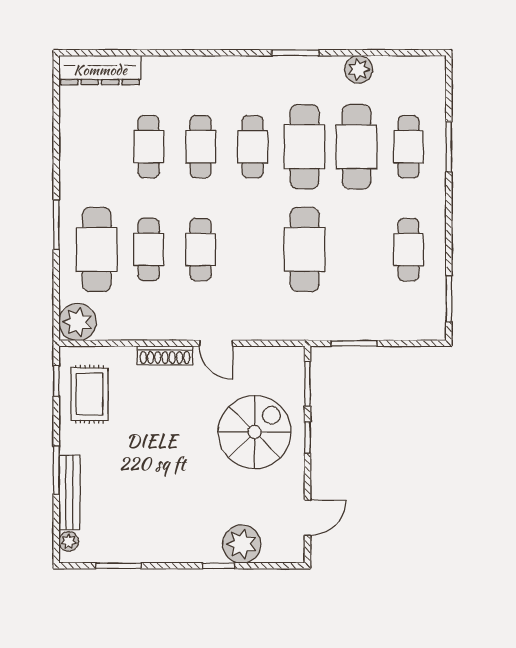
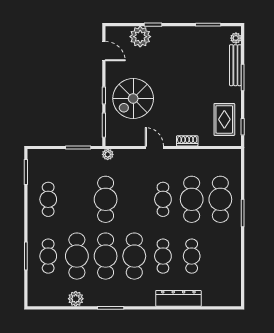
dresser: (100, 70) -> (178, 298), moved
cafe table: (253, 147) -> (134, 256), width x1.37, depth x1.35
cafe table: (149, 249) -> (192, 199), width x1.37, depth x1.35
plant: (78, 322) -> (108, 154), moved, width x0.53, depth x0.53
shoe rack: (165, 355) -> (187, 141), width x0.70
door: (307, 518) -> (104, 51), swing flipped

